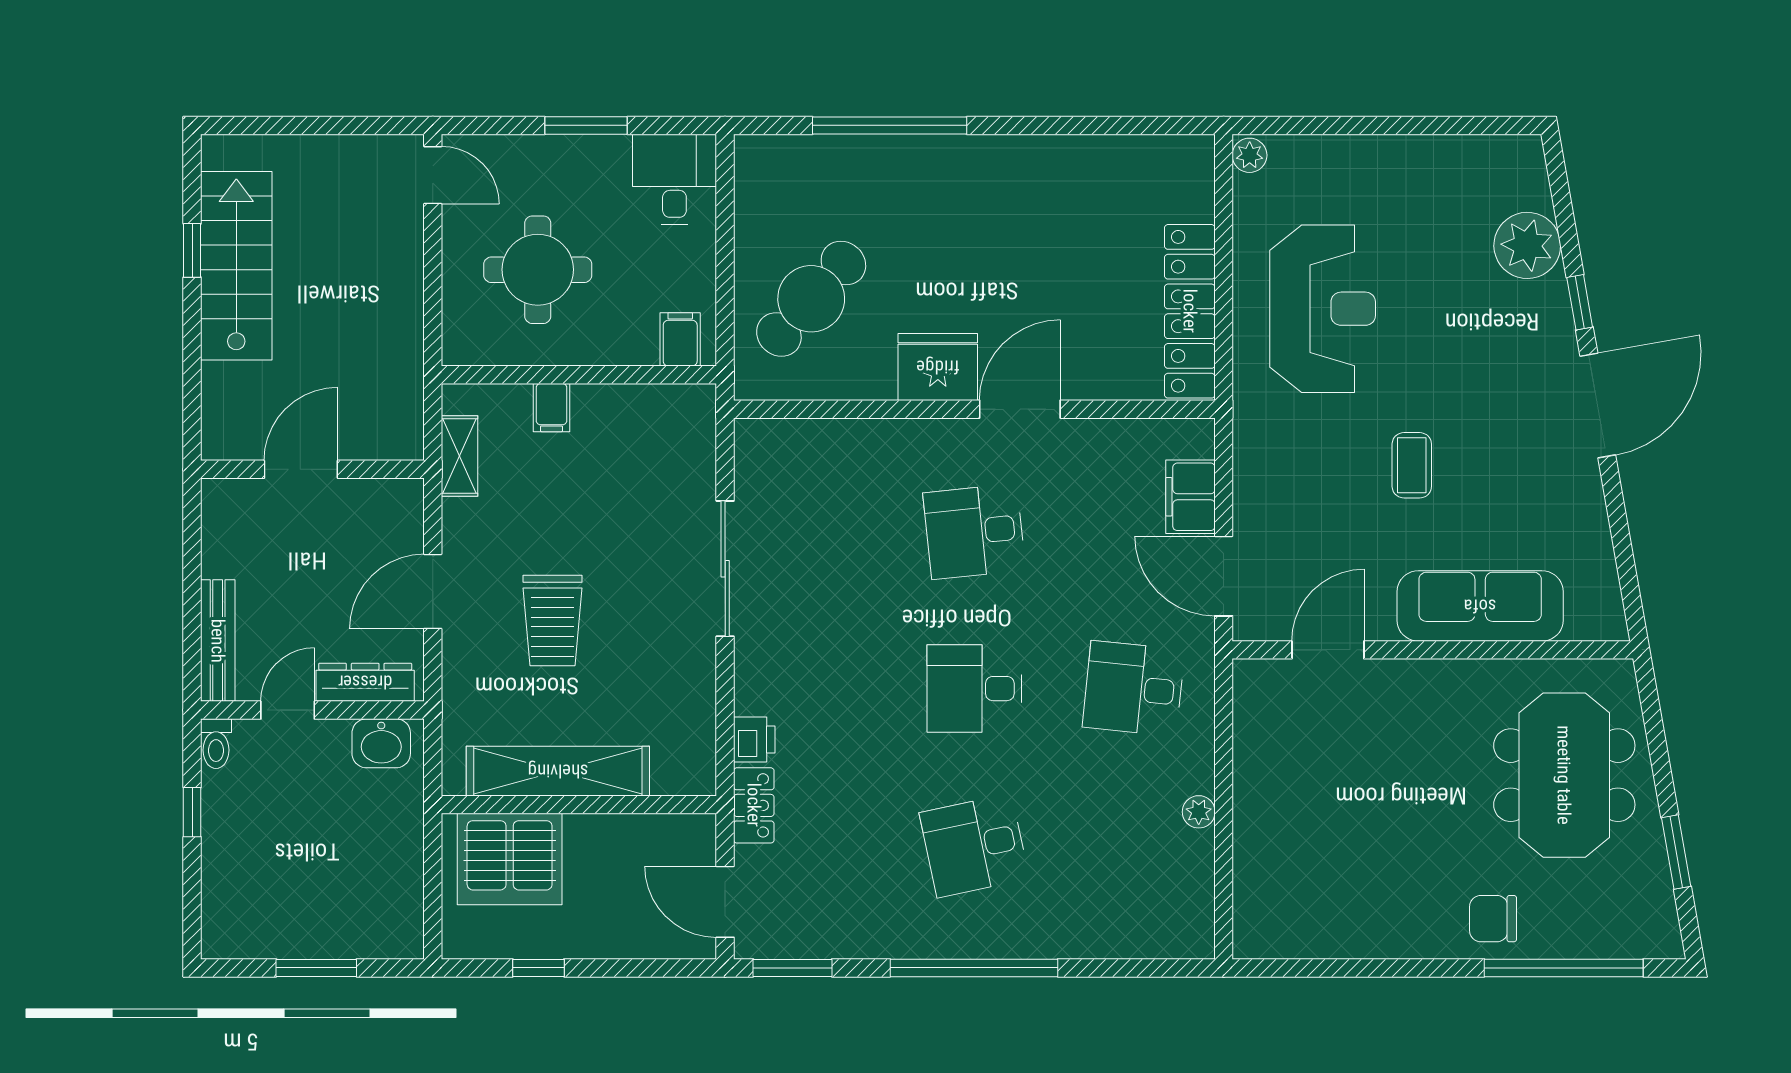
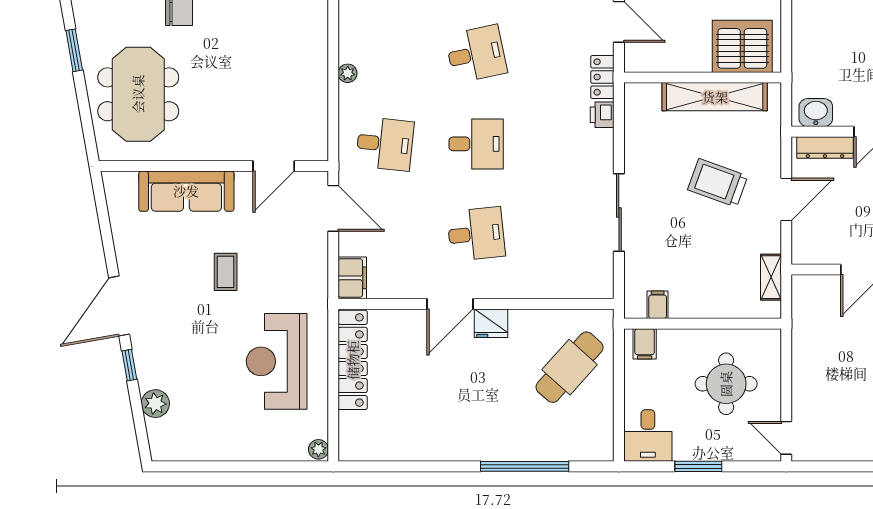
plant: (1527, 245) -> (155, 404), width x0.73, depth x0.73
fridge: (938, 367) -> (491, 323), width x0.73, depth x0.75
filing cabinet: (551, 408) -> (658, 305), moved
filing cabinet: (1191, 497) -> (352, 278), moved
trolley: (553, 621) -> (718, 183), turned -70

